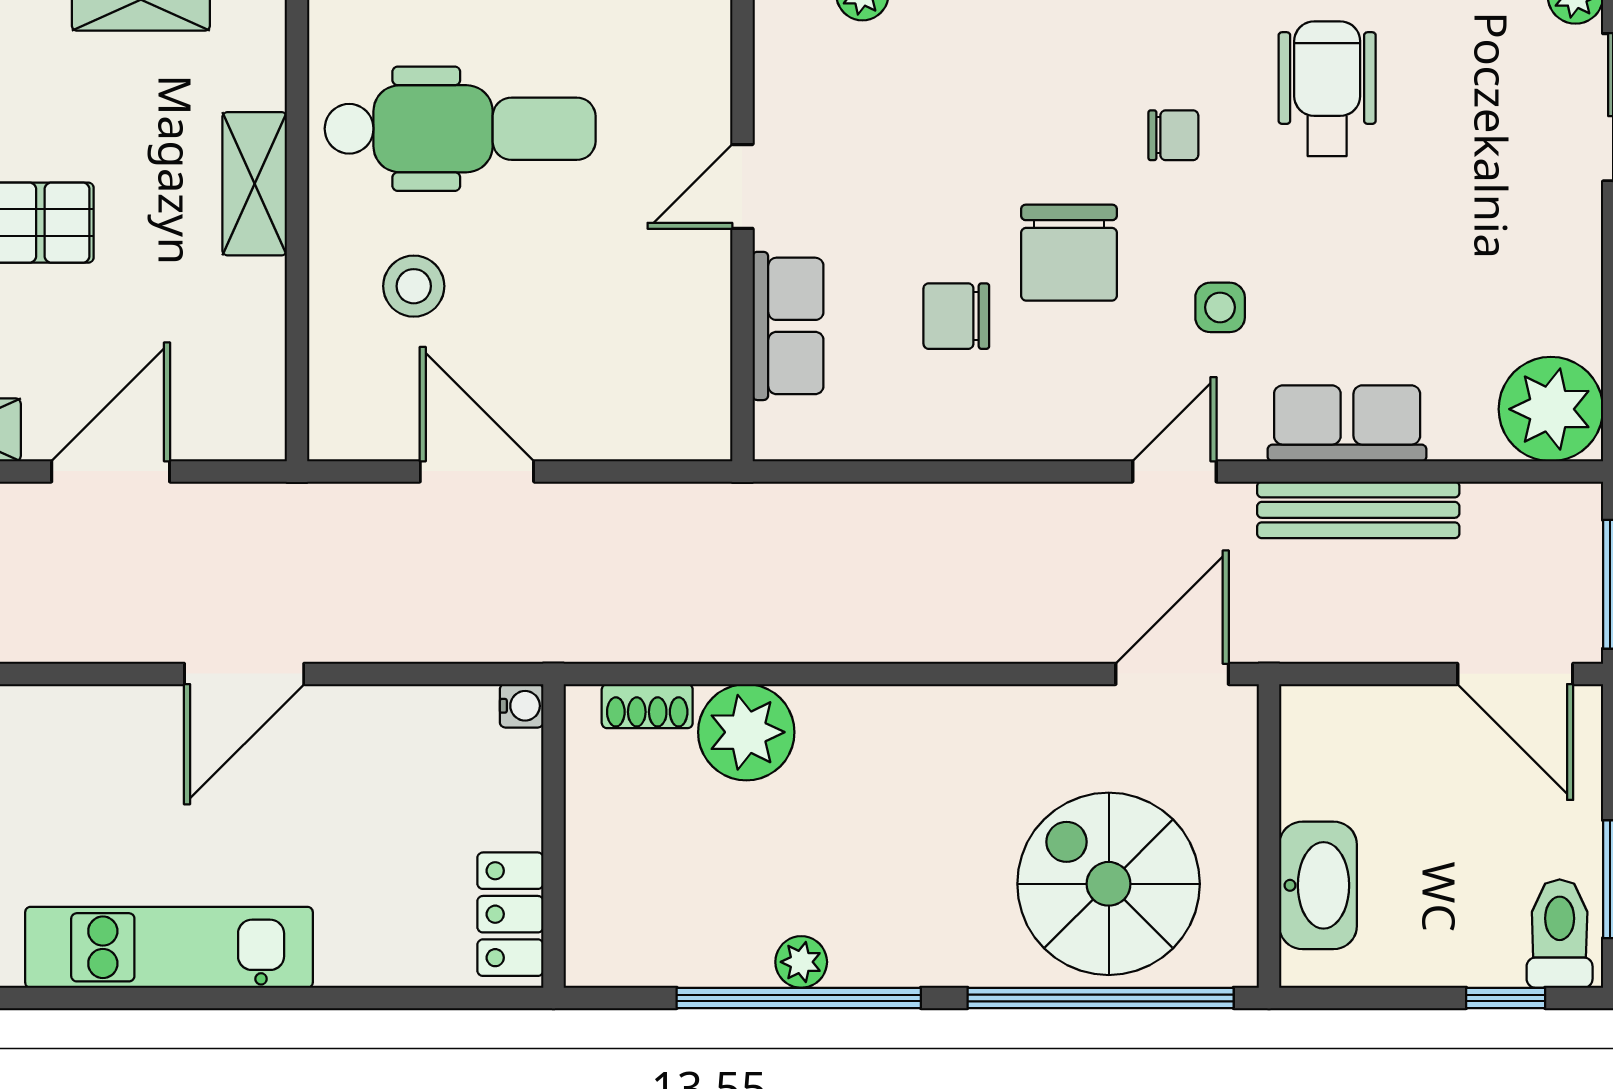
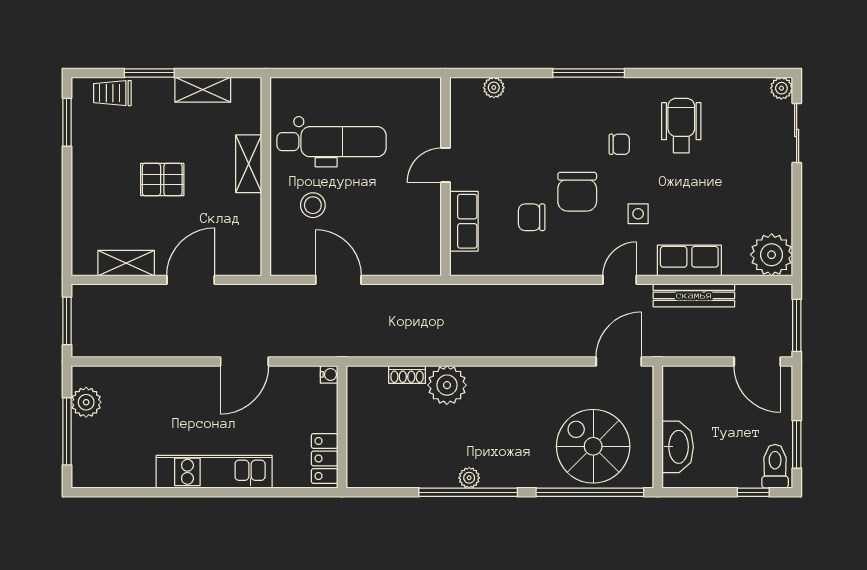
water cooler: (522, 706) -> (329, 374), moved
wall: (553, 836) -> (342, 427), moved
locker: (510, 914) -> (325, 458), moved

